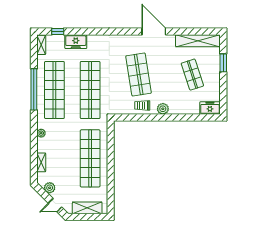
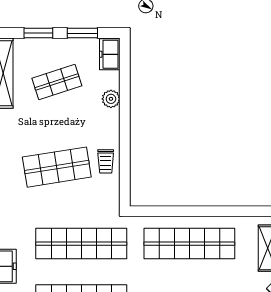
window: (223, 91) -> (82, 33), added
plant: (163, 109) -> (111, 99), moved

